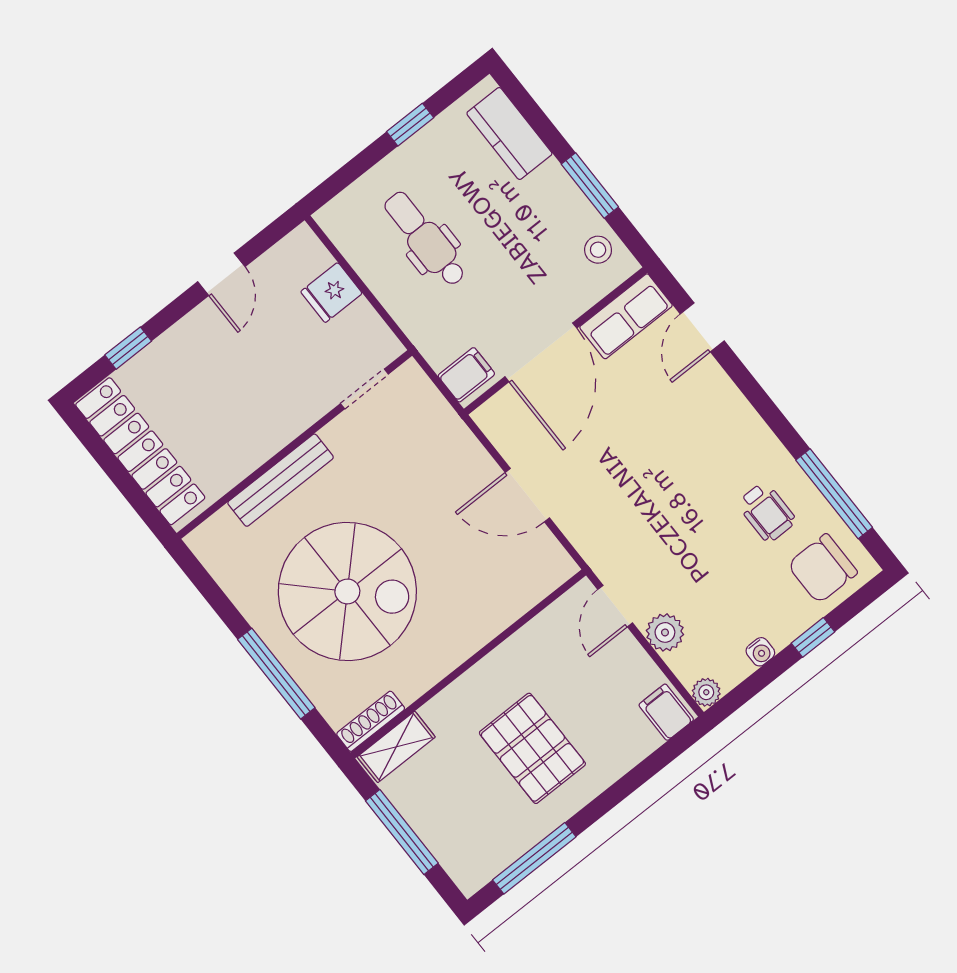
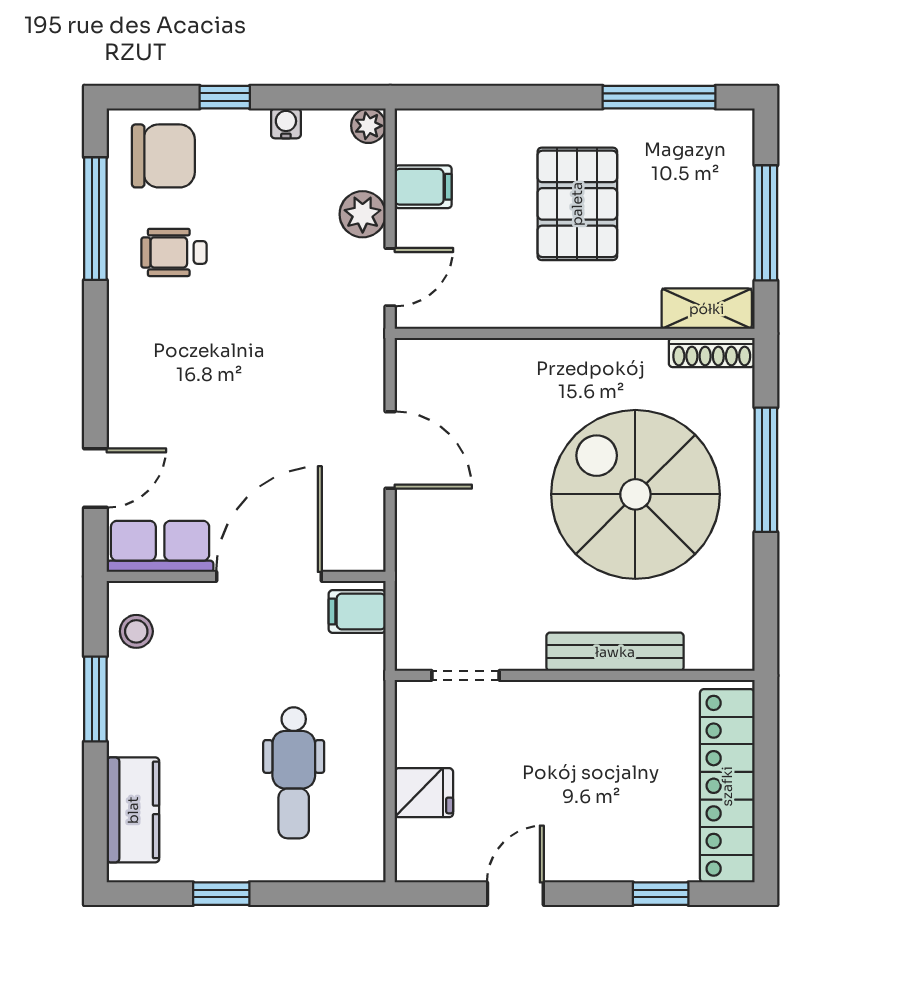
wheelchair: (767, 512) -> (174, 252), turned -90
filing cabinet: (666, 712) -> (423, 187), moved, turned -90

